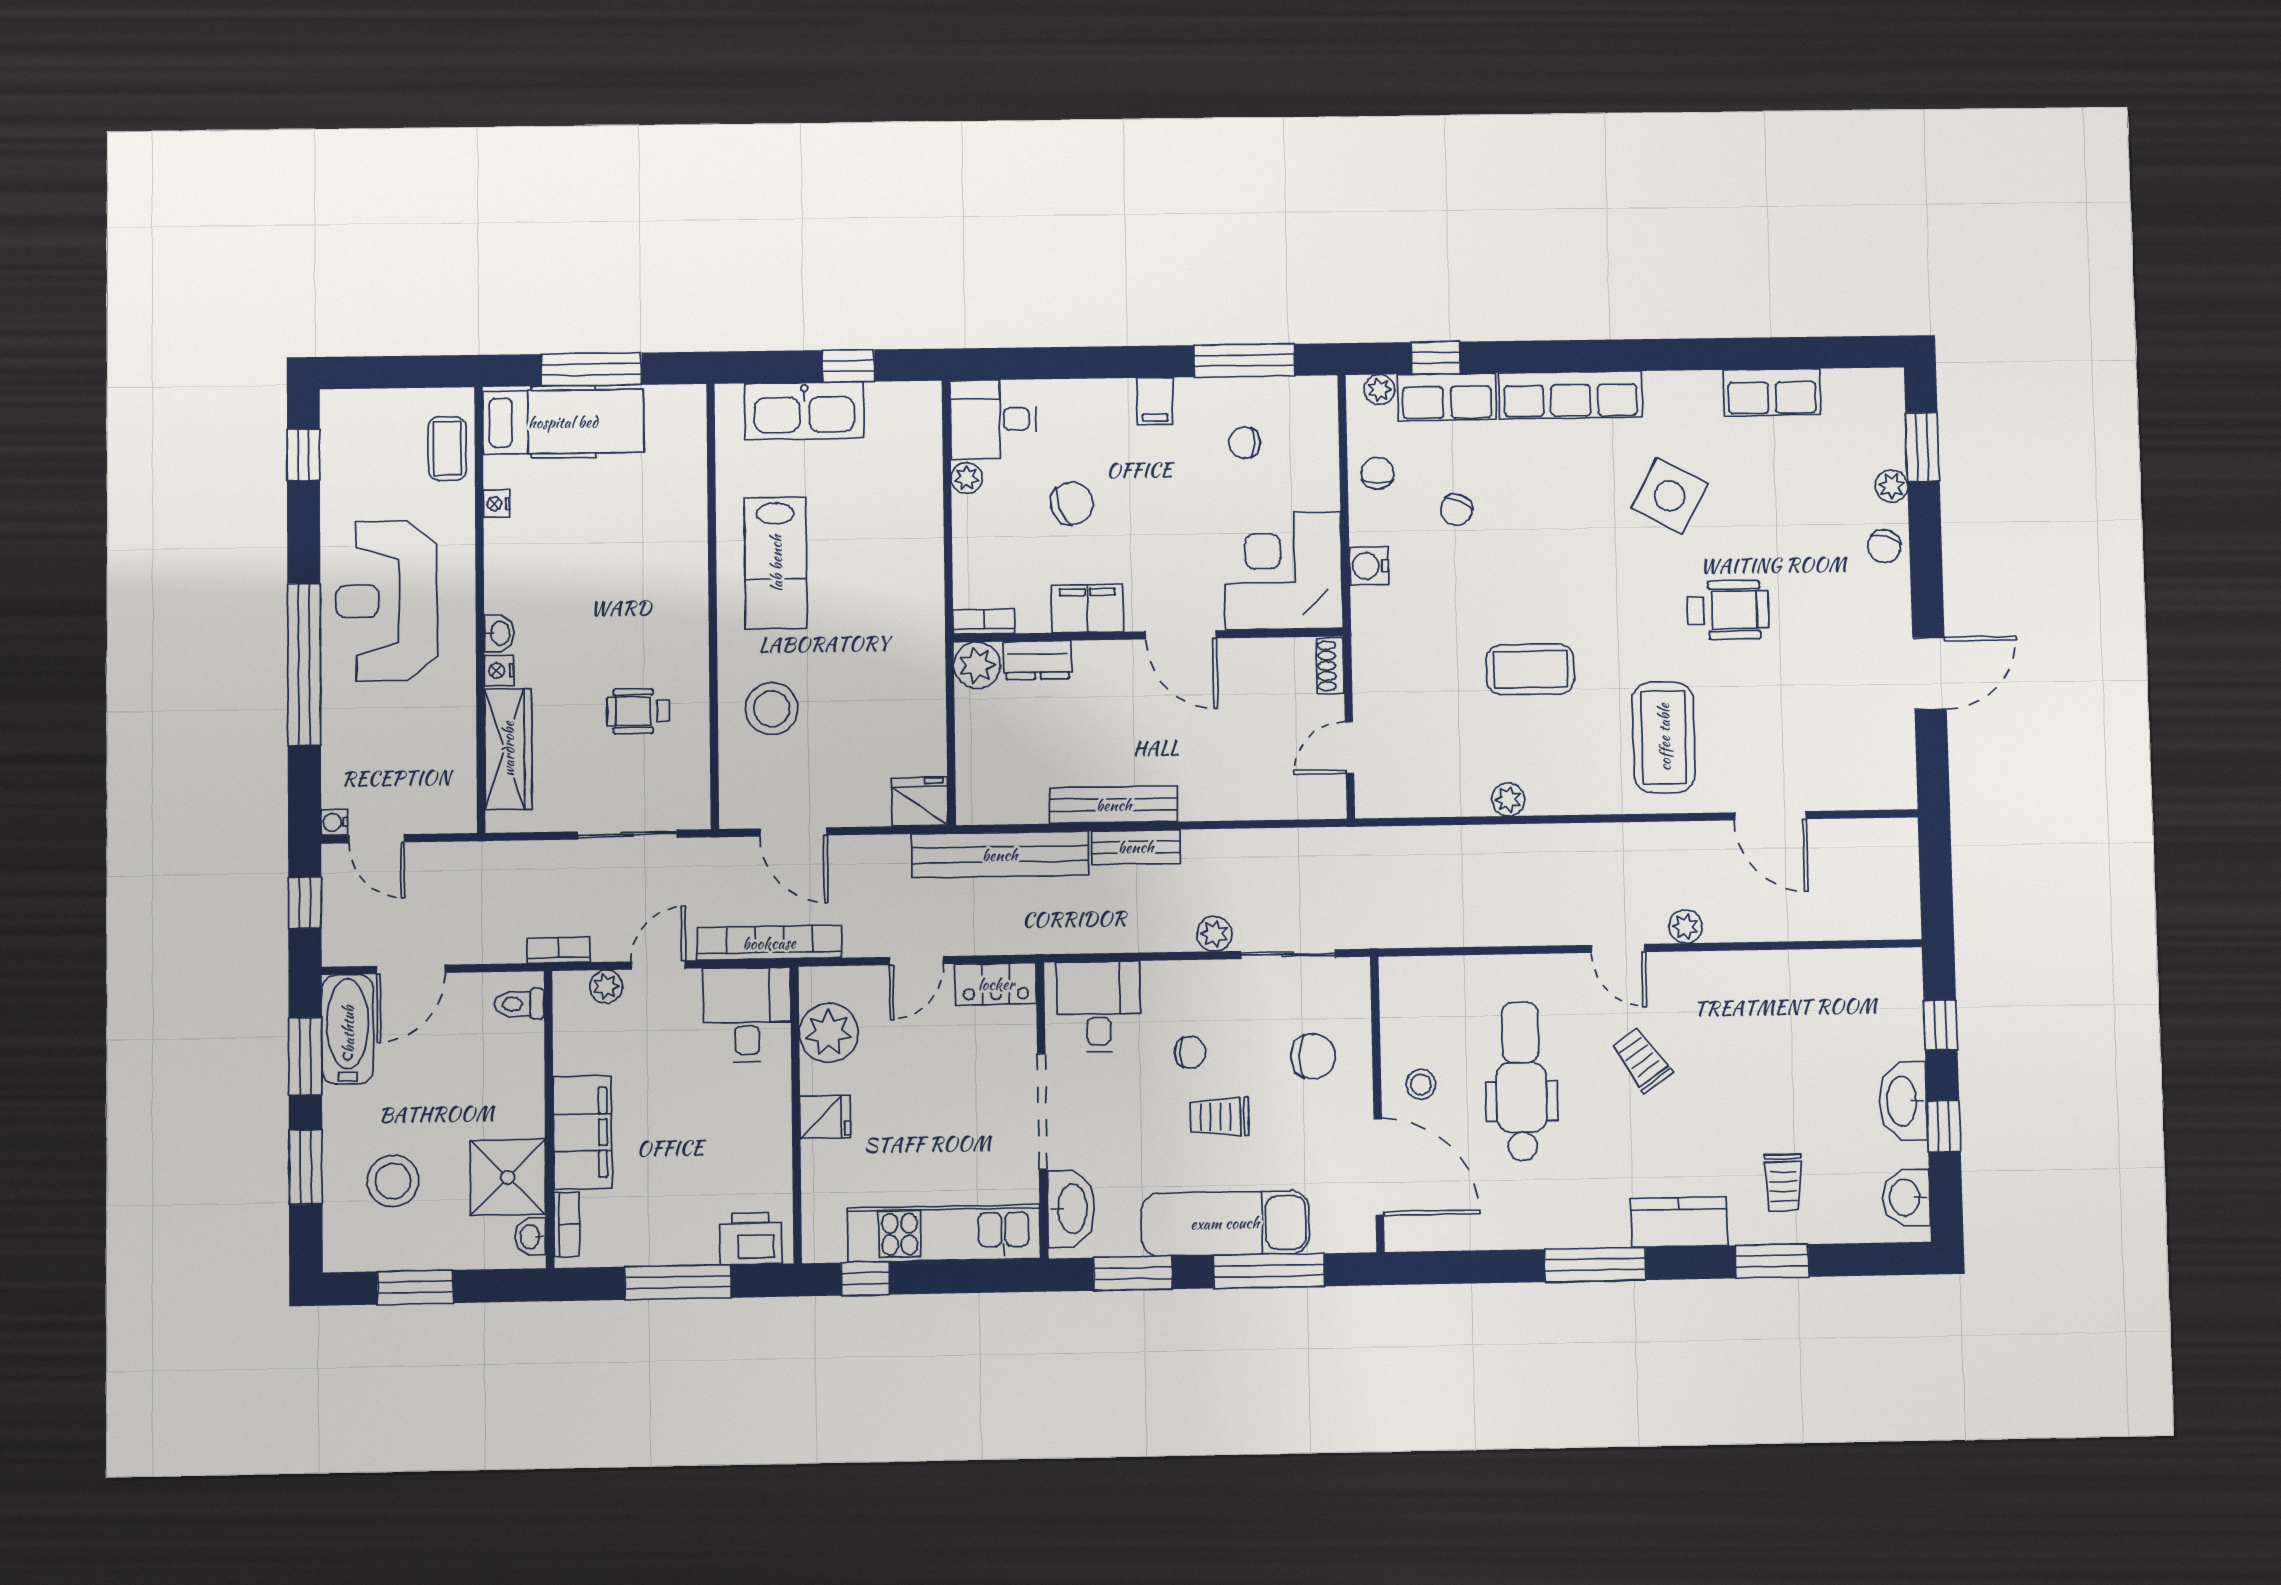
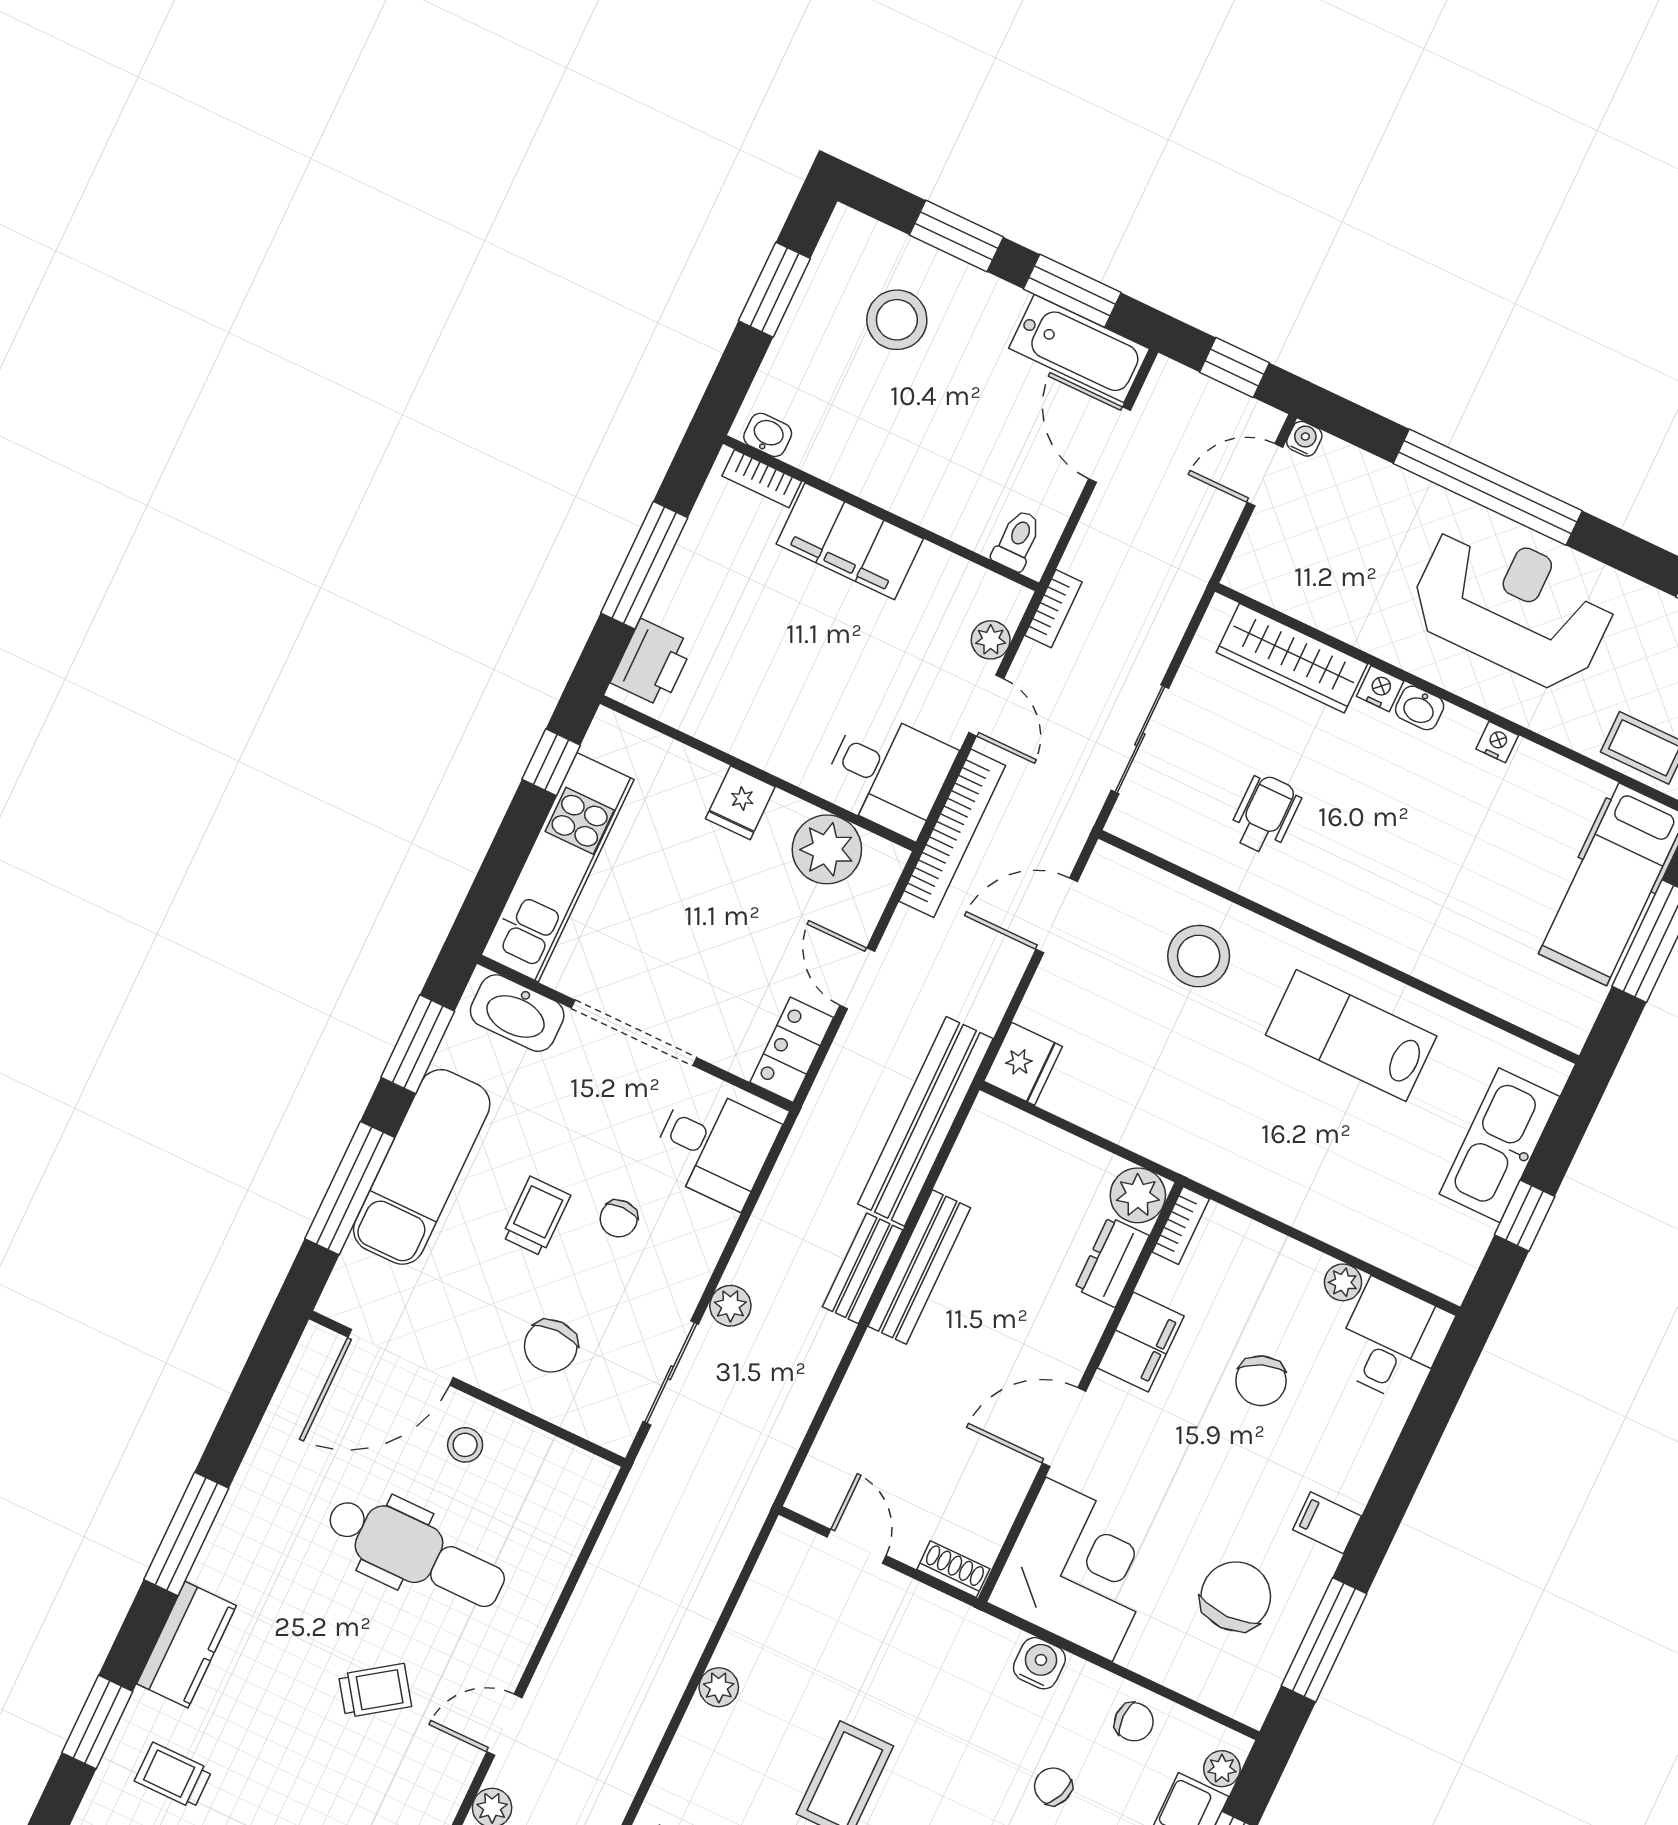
chair: (1245, 443) -> (1236, 1596), width x1.87, depth x1.87
nightstand: (497, 504) -> (1497, 742), moved
shower: (508, 1177) -> (841, 441), removed

